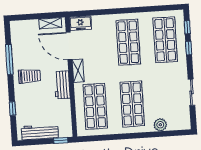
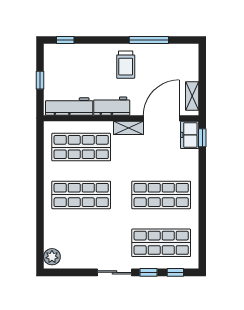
window: (82, 13) -> (202, 138), added
sliding door: (191, 92) -> (115, 272), moved
window: (12, 108) -> (65, 40), moved
plant: (160, 125) -> (52, 257), moved
workbench: (40, 132) -> (69, 107), moved, turned -90
window: (61, 140) -> (40, 80), moved

